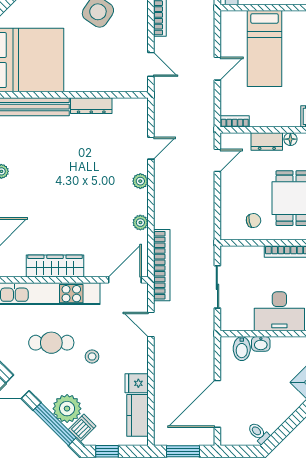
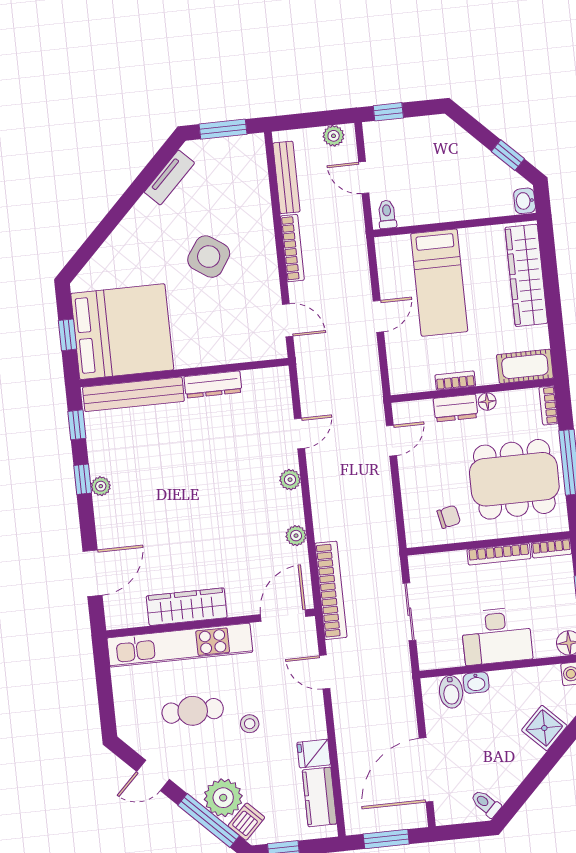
bookcase: (235, 121) -> (455, 381), moved

